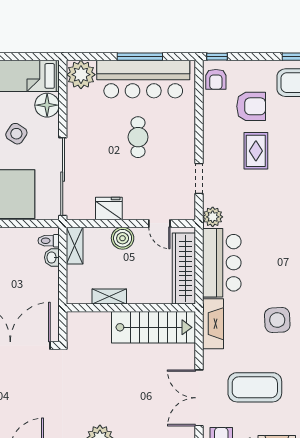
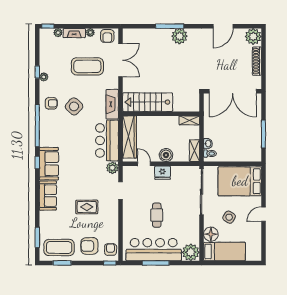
armchair: (251, 106) -> (89, 246), moved
rug: (256, 151) -> (87, 207), turned 90
fridge: (109, 209) -> (163, 173), moved
shelving: (109, 297) -> (189, 120), moved
side table: (277, 320) -> (74, 106), turned 45

